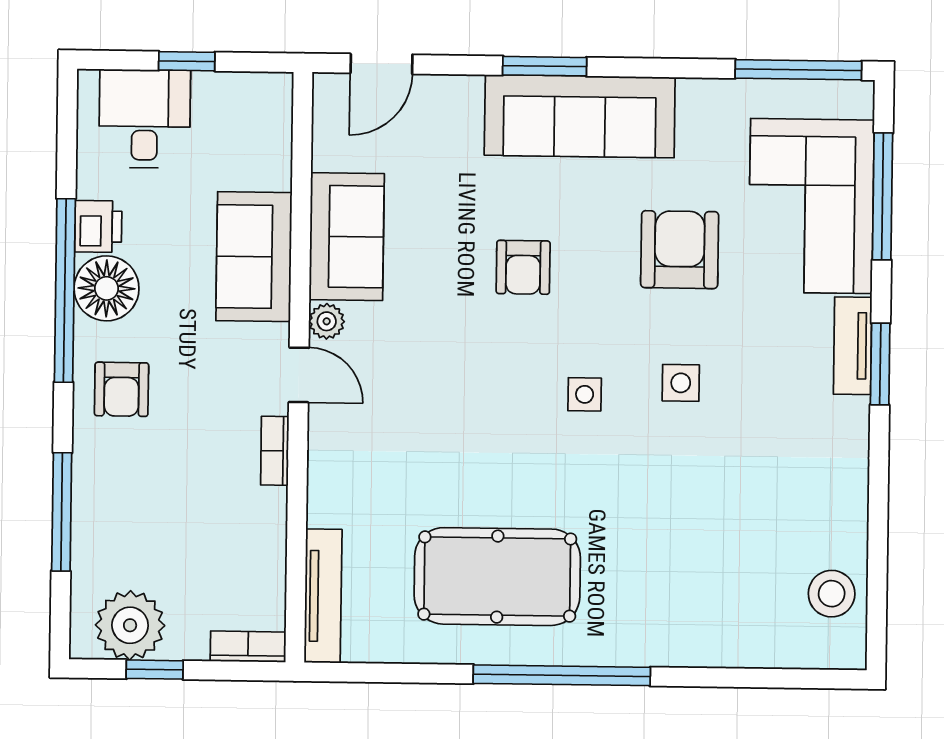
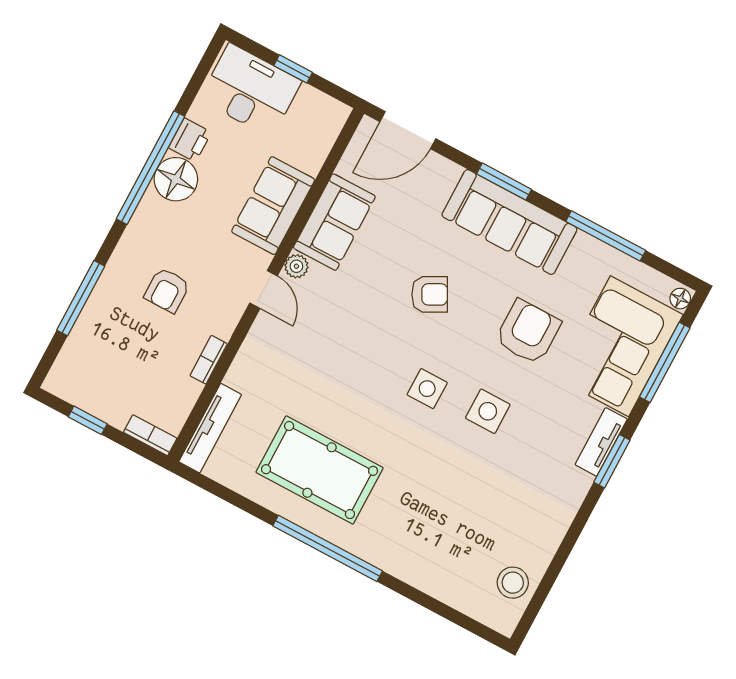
door: (381, 64) -> (408, 130), width x1.38
window: (798, 70) -> (606, 236), moved
floor lamp: (859, 101) -> (680, 299), added
desk: (145, 119) -> (250, 90), width x1.37
armchair: (523, 267) -> (430, 294), turned -118
side table: (681, 383) -> (488, 411), width x1.37, depth x1.37
armchair: (122, 389) -> (167, 290), moved
side table: (585, 394) -> (427, 389), width x1.37, depth x1.37
bookcase: (275, 451) -> (209, 360), moved
plant: (130, 625) -> (87, 386), removed

